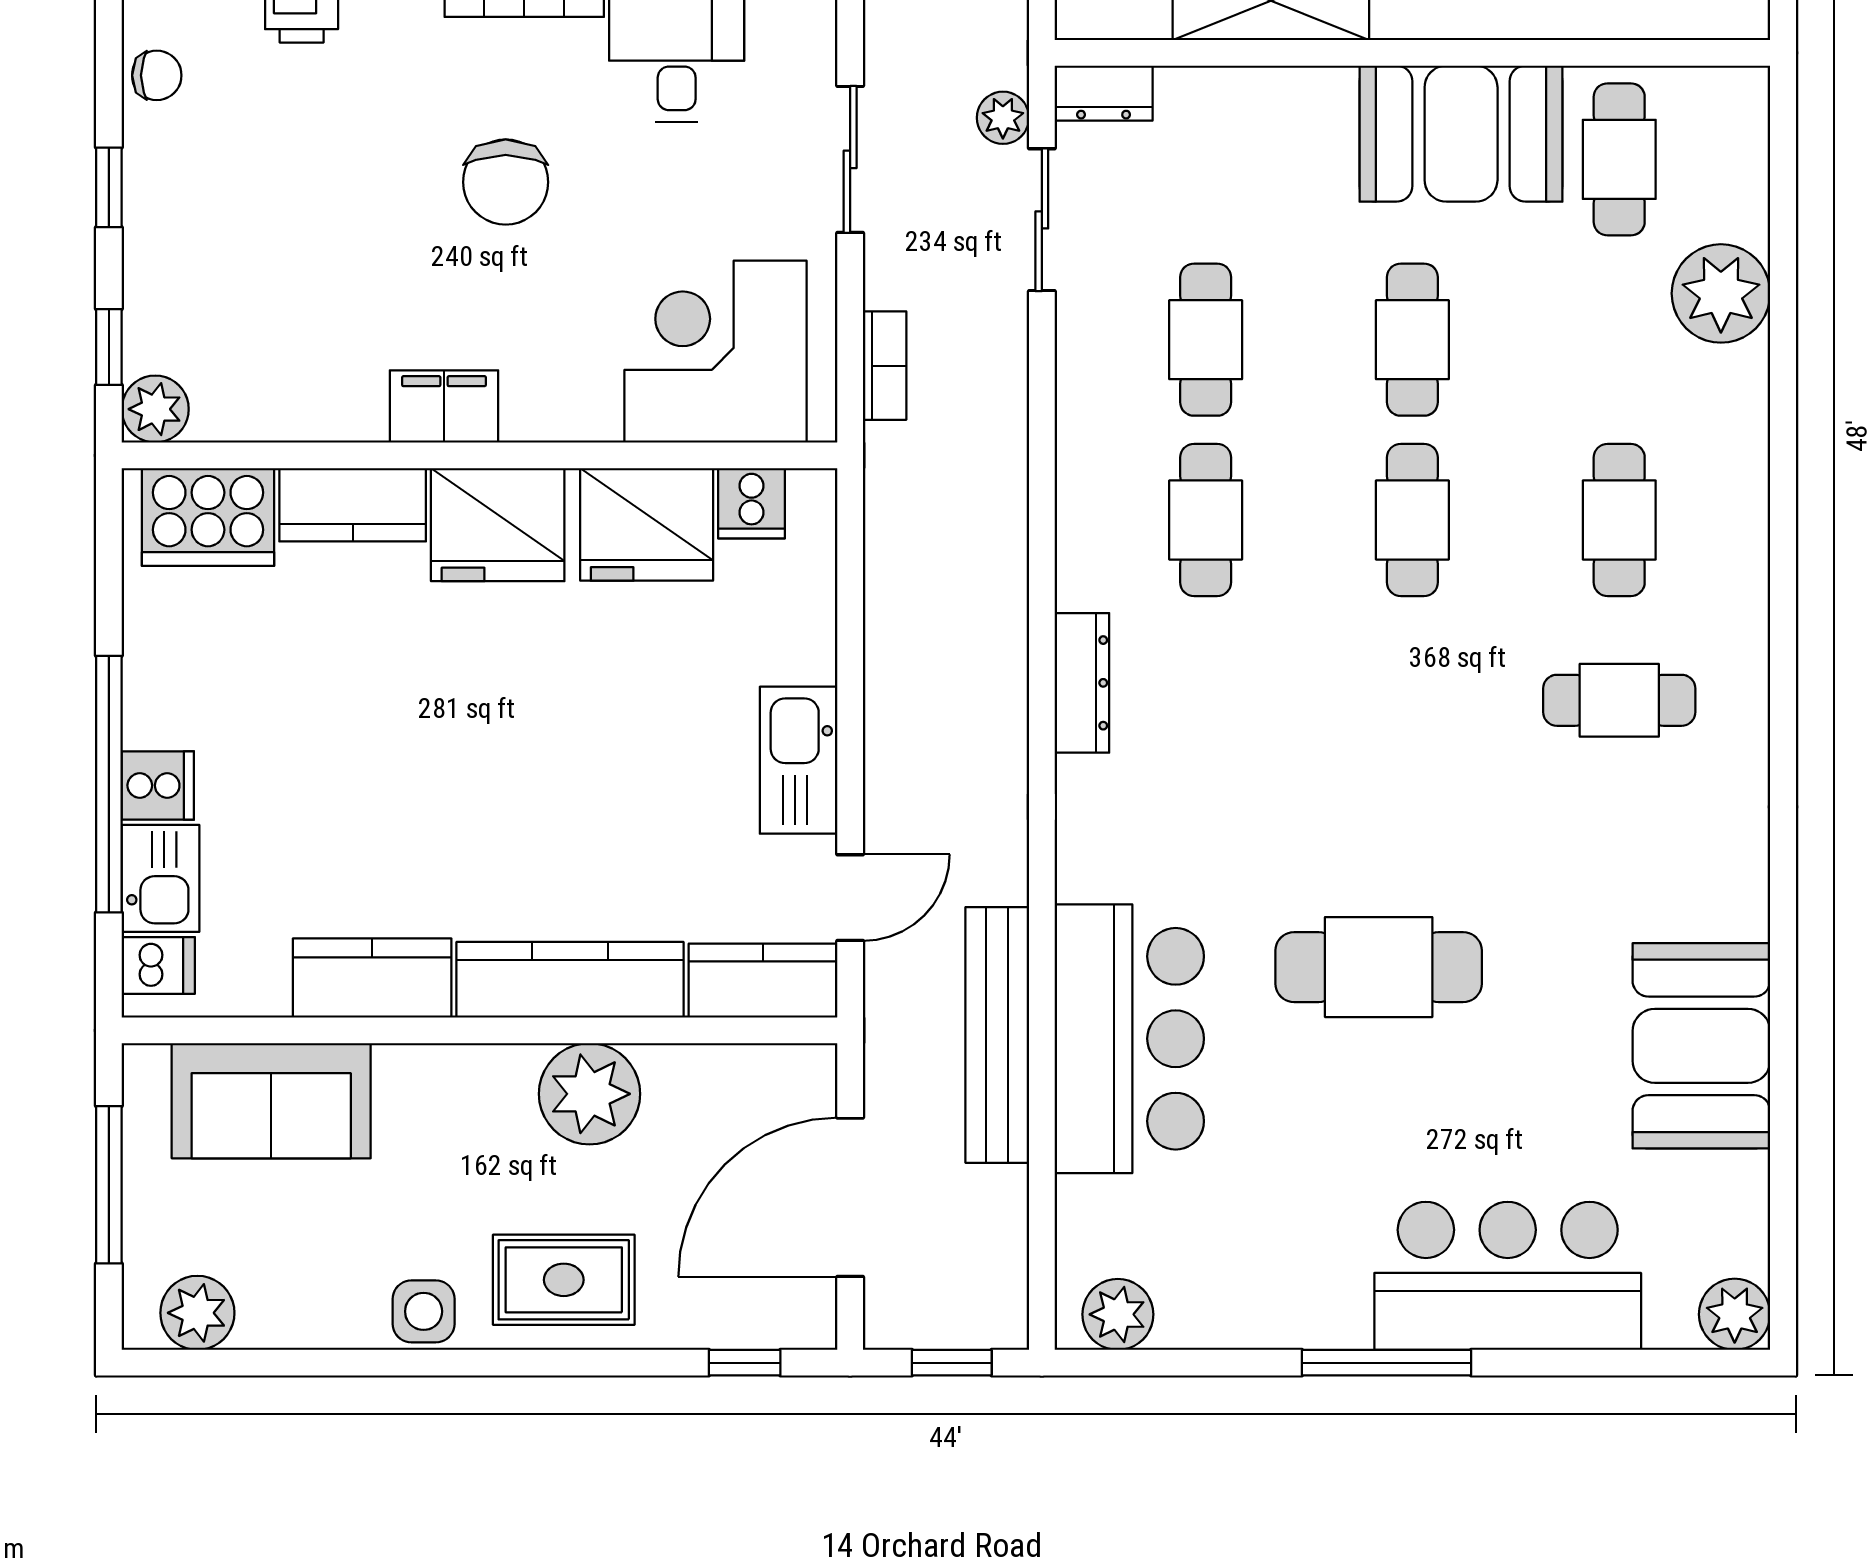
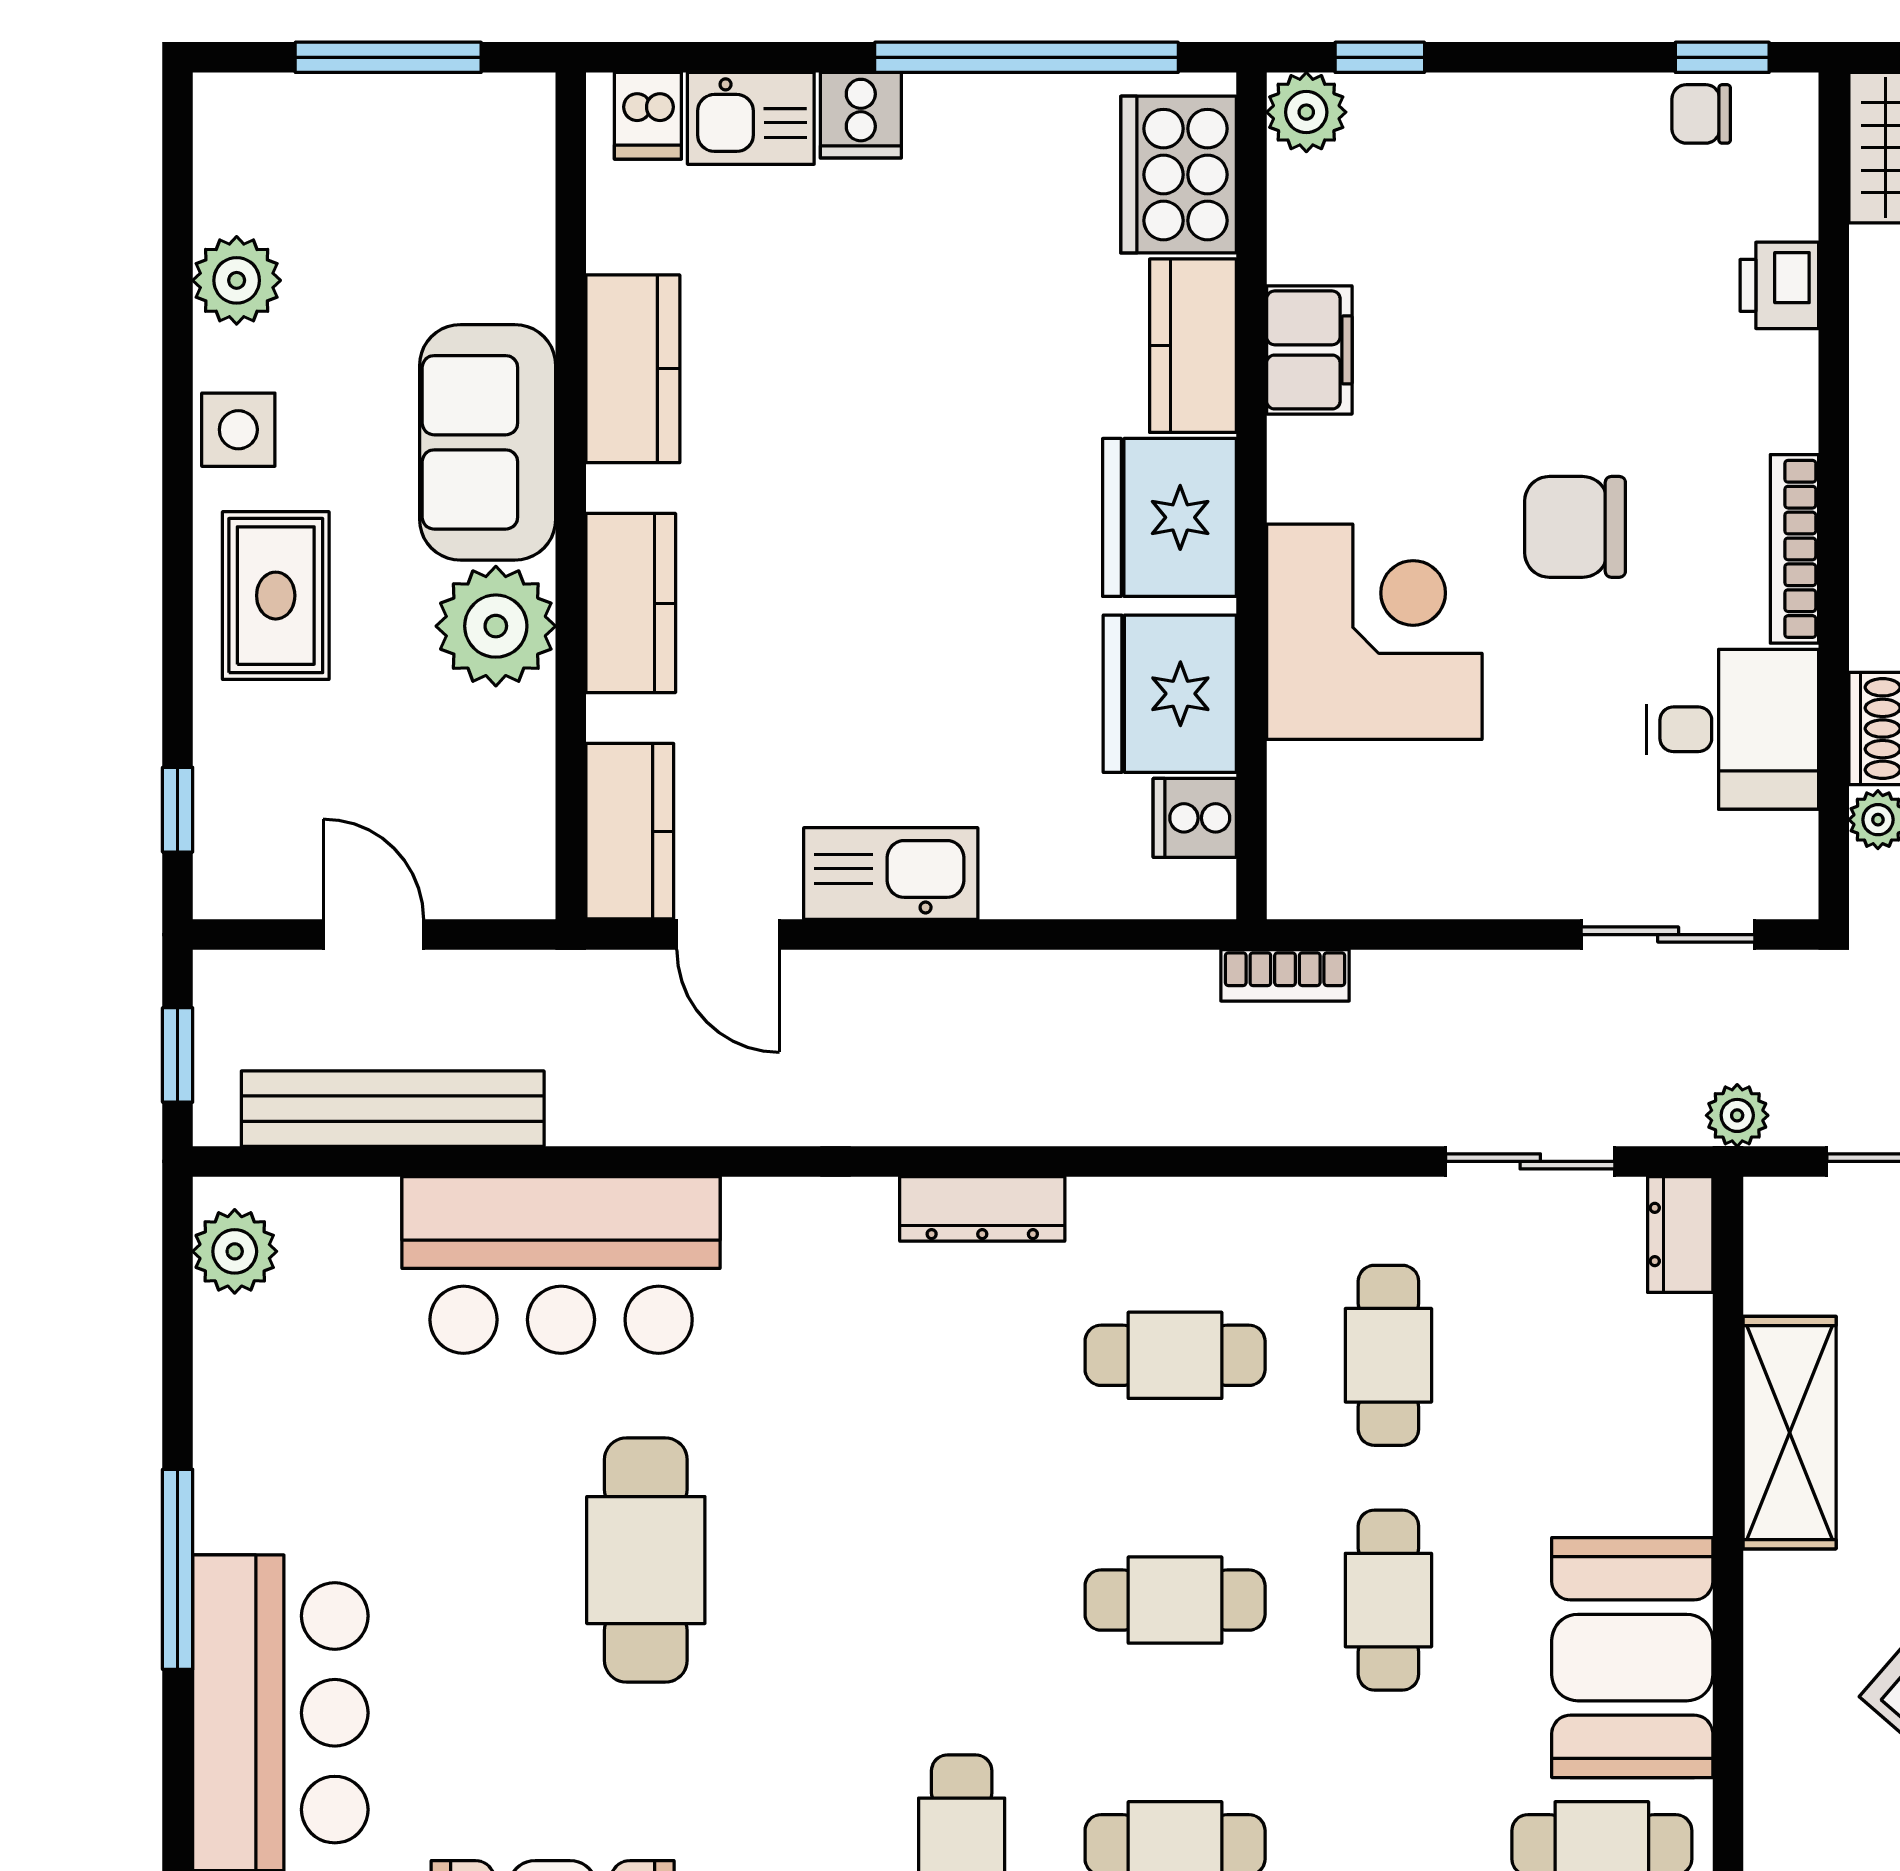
chair: (157, 75) -> (1701, 114), turned 90
plant: (1003, 118) -> (1737, 1115), moved
sliding door: (850, 159) -> (1668, 935), moved
window: (109, 187) -> (1722, 57), moved
cafe table: (1206, 340) -> (1388, 1355), turned 90
cafe table: (1412, 340) -> (1388, 1600), turned 90
corner desk: (715, 352) -> (1374, 632), moved
bookcase: (885, 366) -> (1285, 975), moved
filing cabinet: (444, 406) -> (1309, 350), moved
window: (109, 784) -> (1026, 57), moved
kitchen counter: (570, 980) -> (631, 603), width x0.67
bench: (997, 1035) -> (393, 1109), moved
sofa: (271, 1101) -> (488, 442), moved
door: (850, 1197) -> (373, 935), width x0.53
plant: (197, 1313) -> (237, 280), moved

